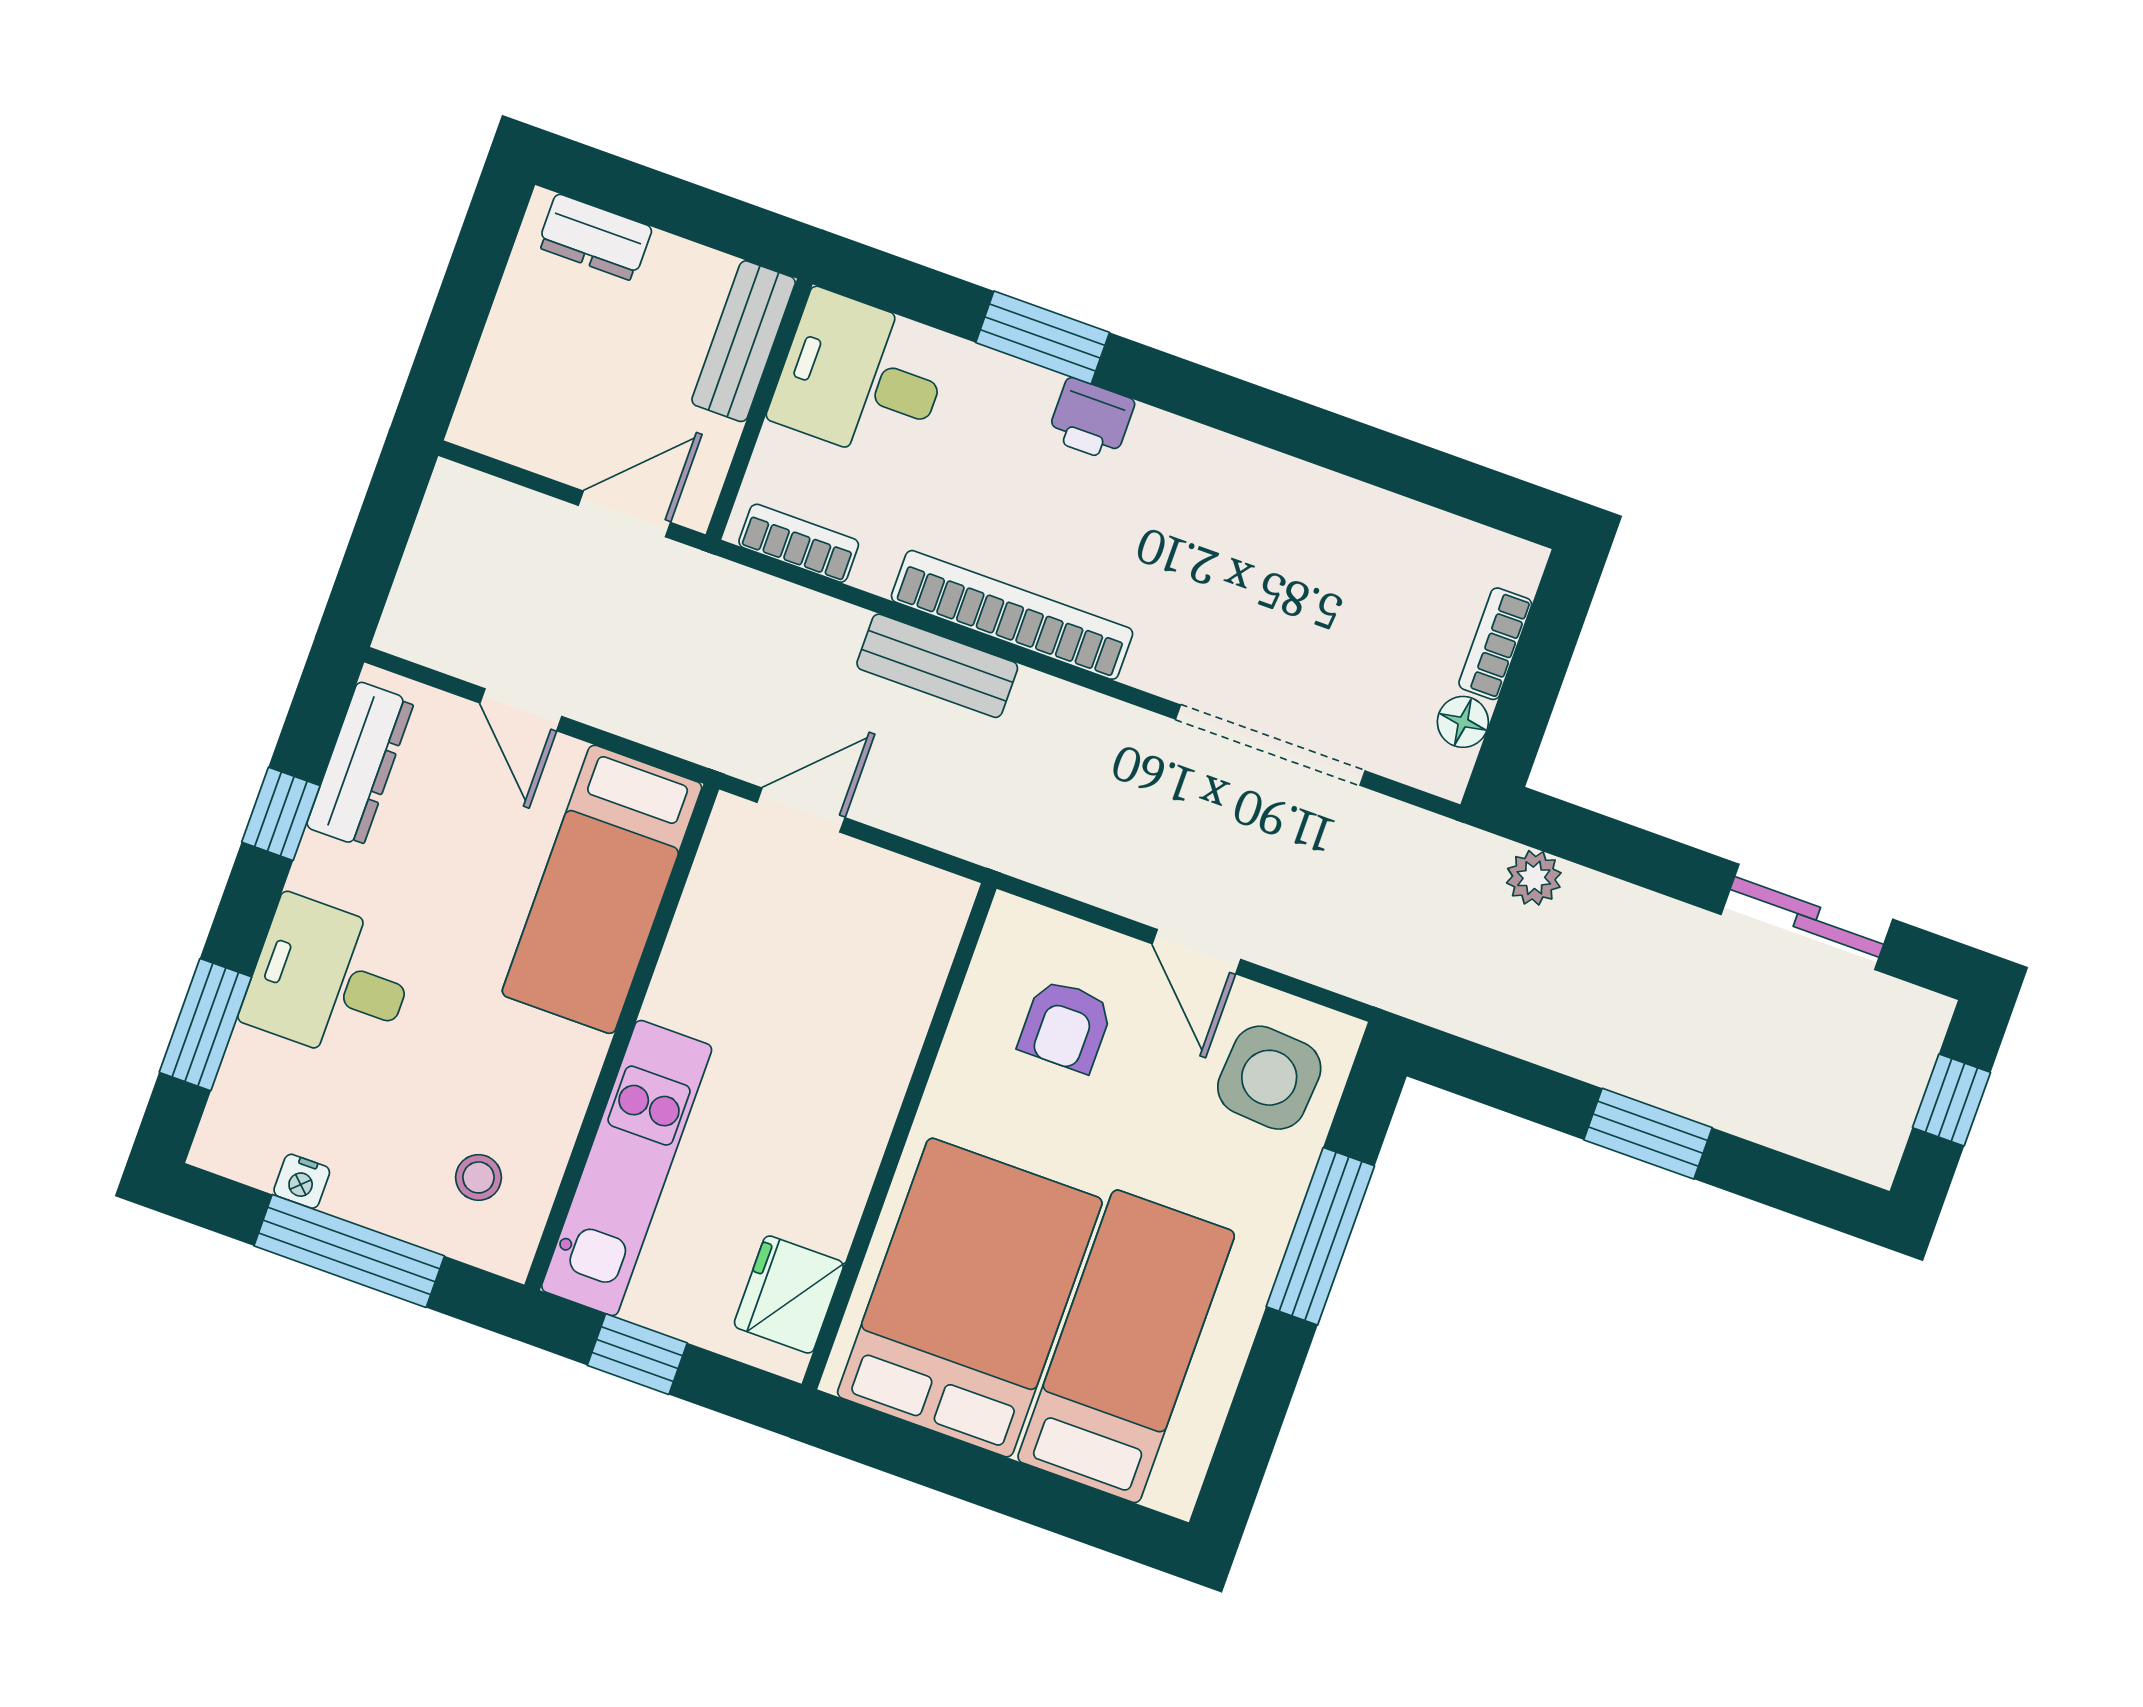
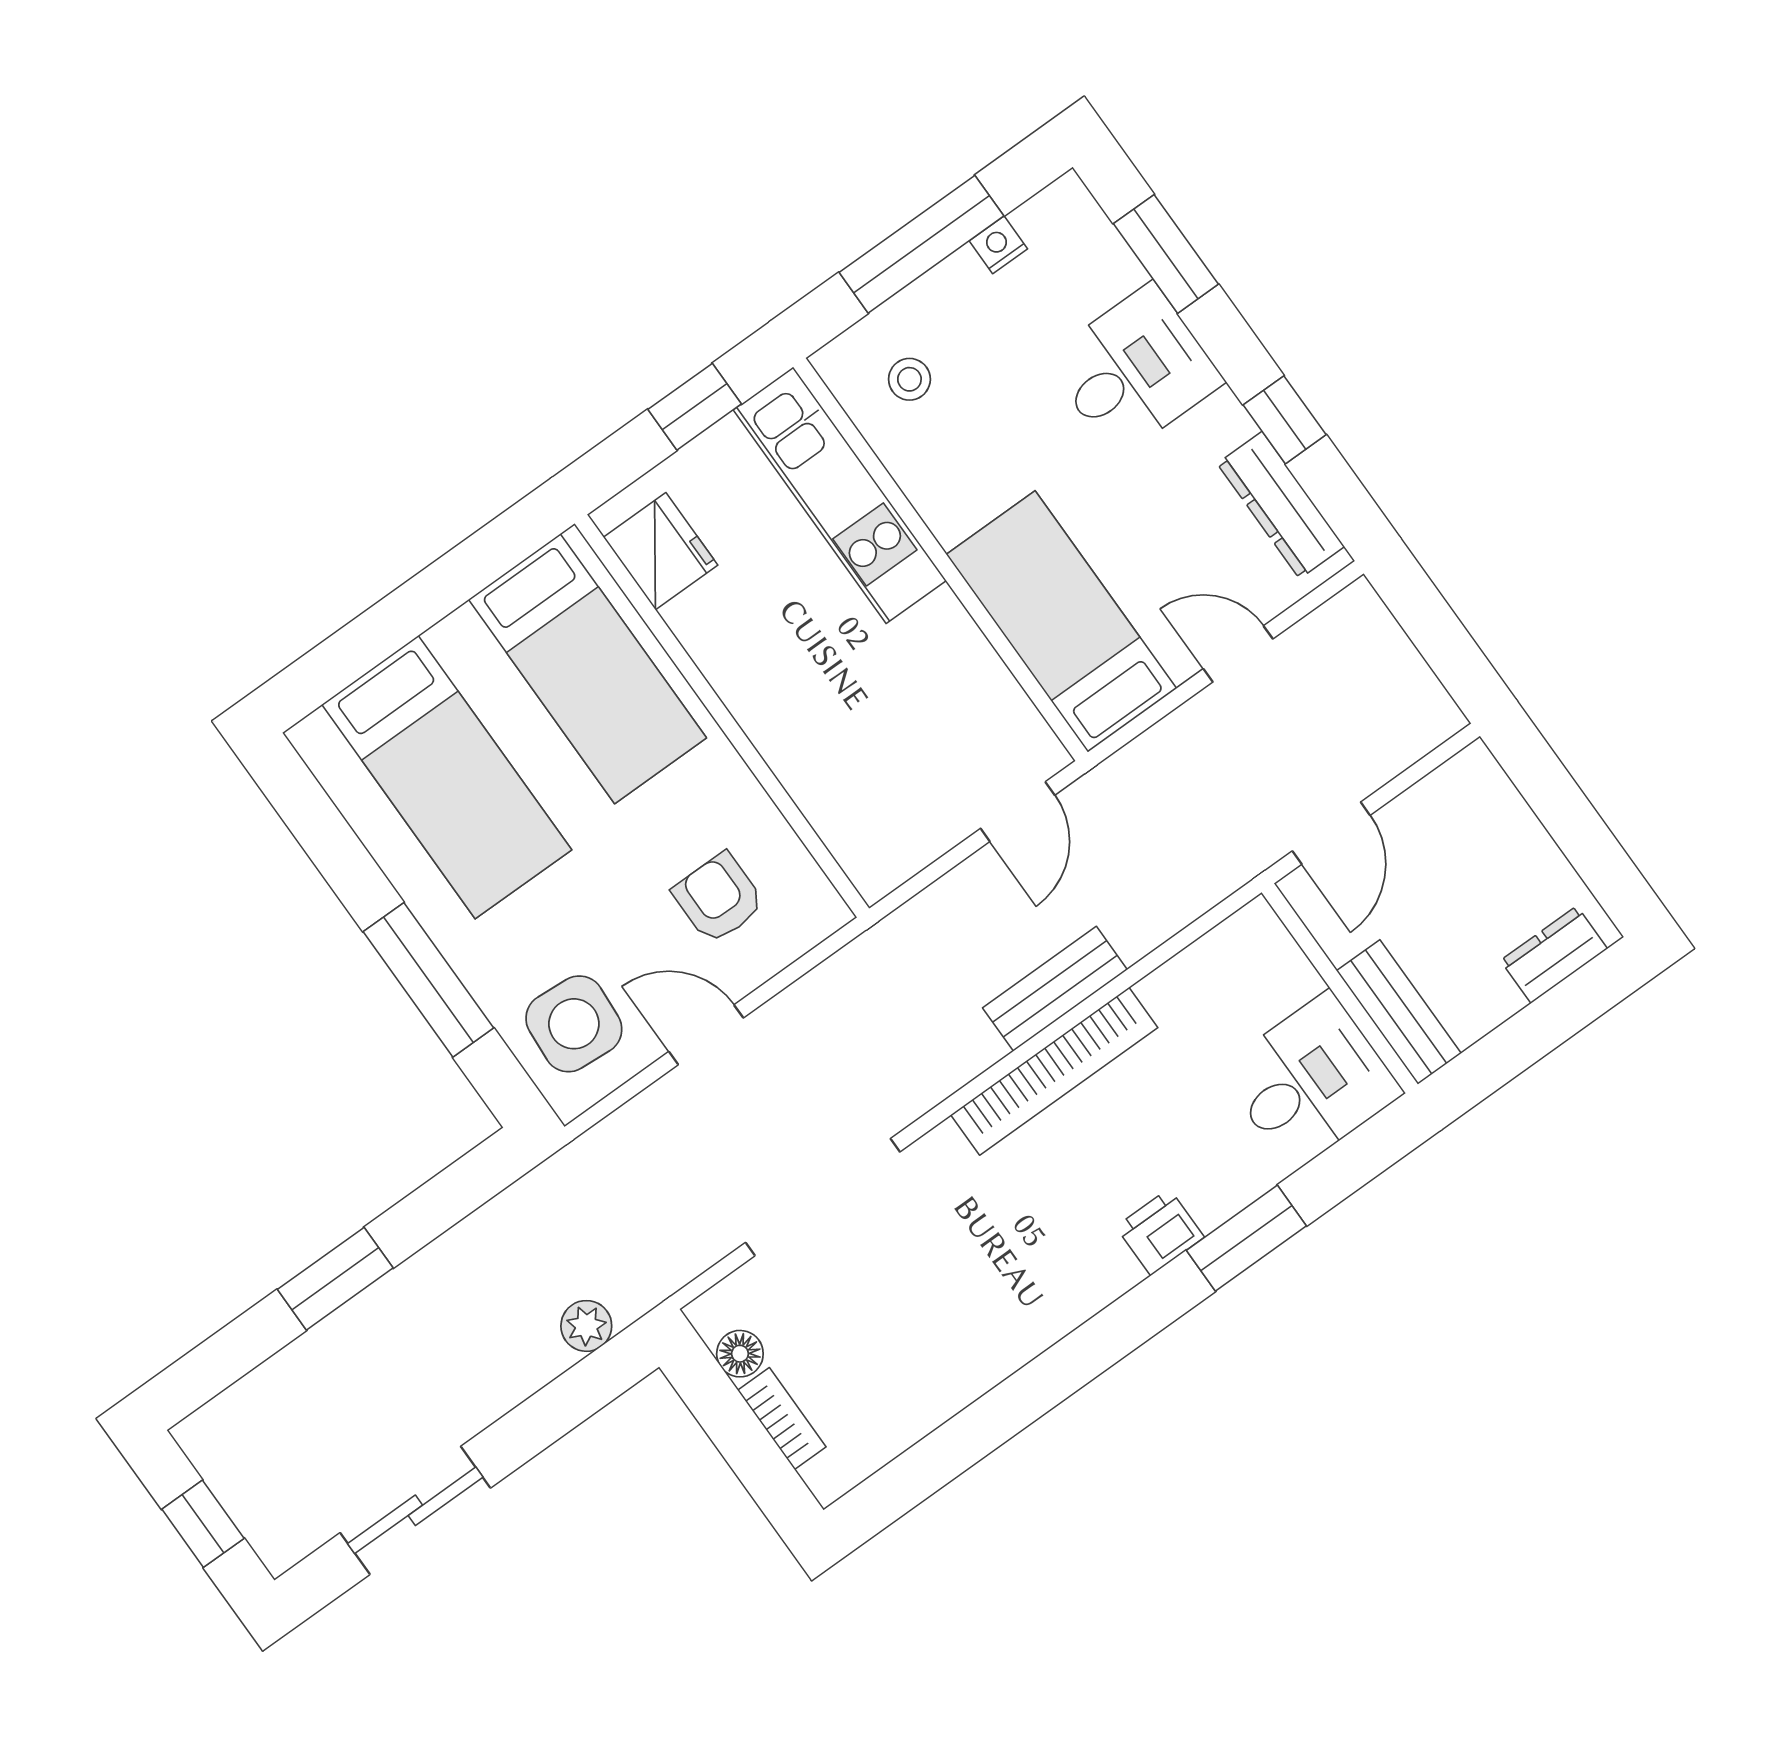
bookcase: (799, 543) -> (1219, 949), removed
bed: (970, 1298) -> (587, 669), width x0.67

